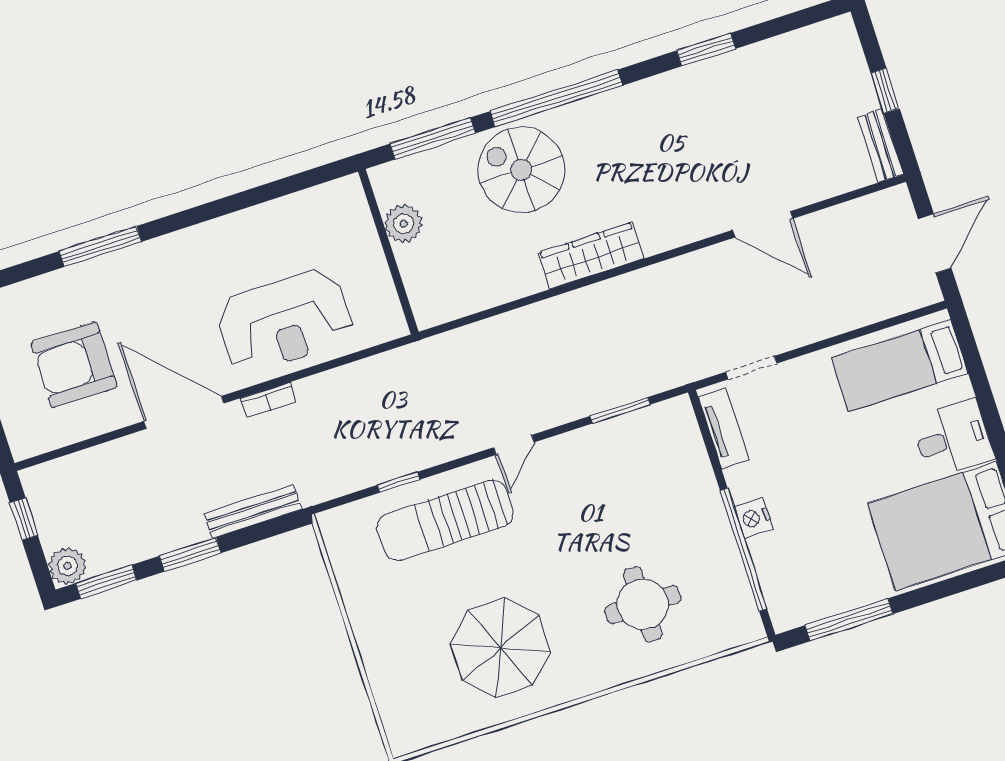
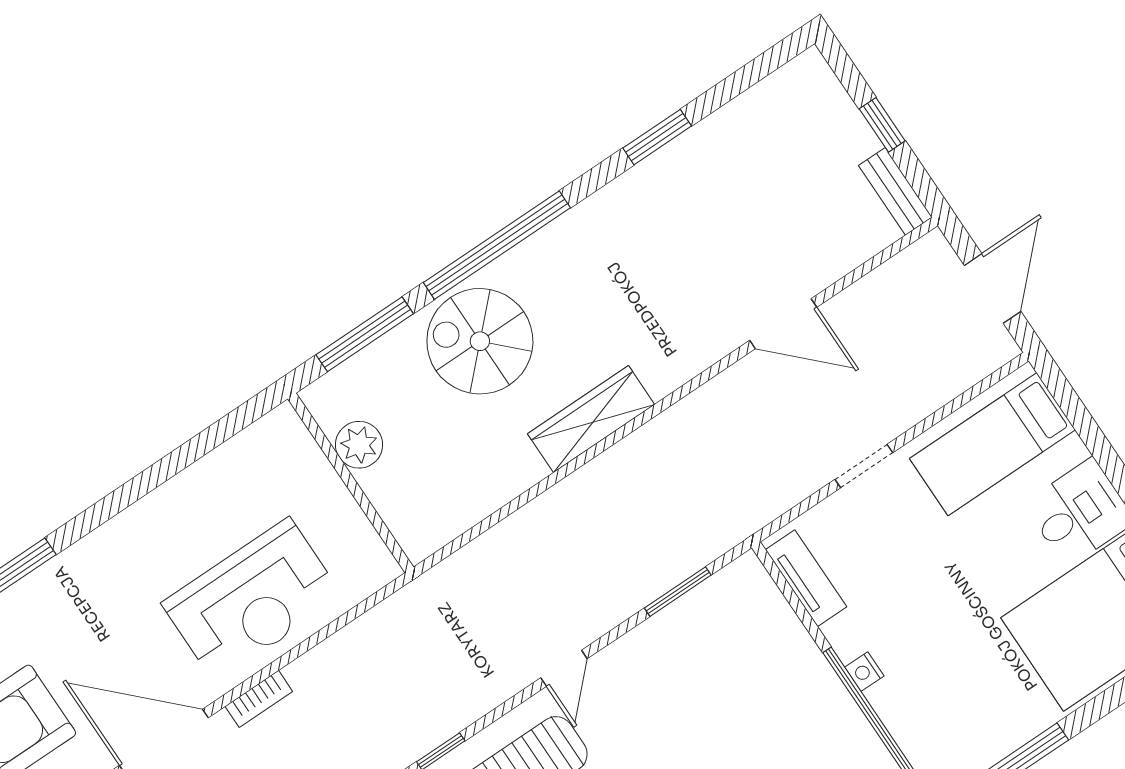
doorway: (751, 368) -> (864, 466), moved
nightstand: (754, 518) -> (864, 672), width x0.72, depth x0.74

